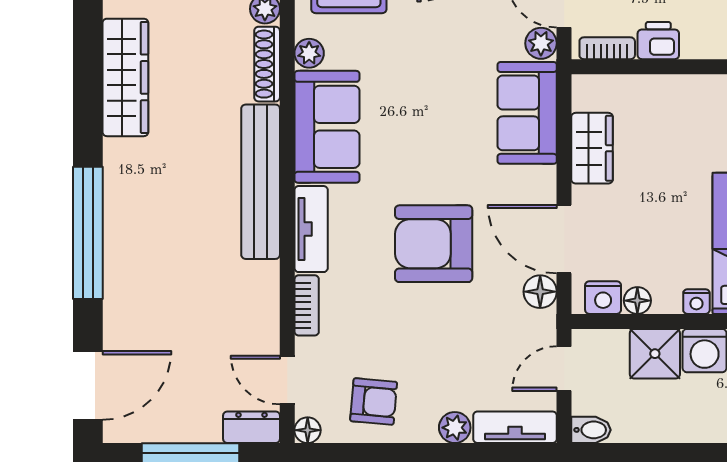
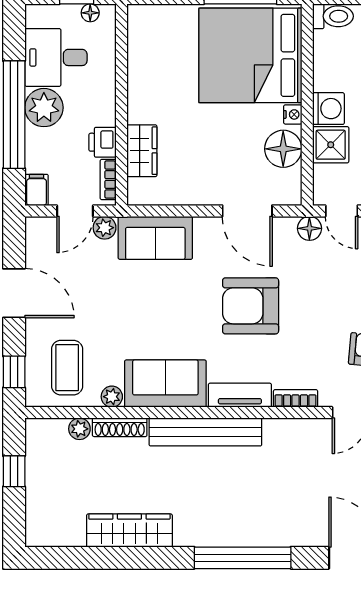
wardrobe: (592, 148) -> (142, 151), moved, turned 90
door: (564, 239) -> (247, 211), hinge flipped
armchair: (434, 244) -> (251, 306), turned 90
floor lamp: (540, 292) -> (309, 228), moved
nightstand: (603, 298) -> (290, 182), removed
floor lamp: (637, 301) -> (283, 149), width x1.89, depth x1.89

